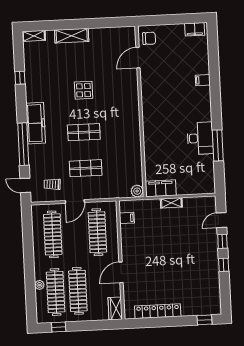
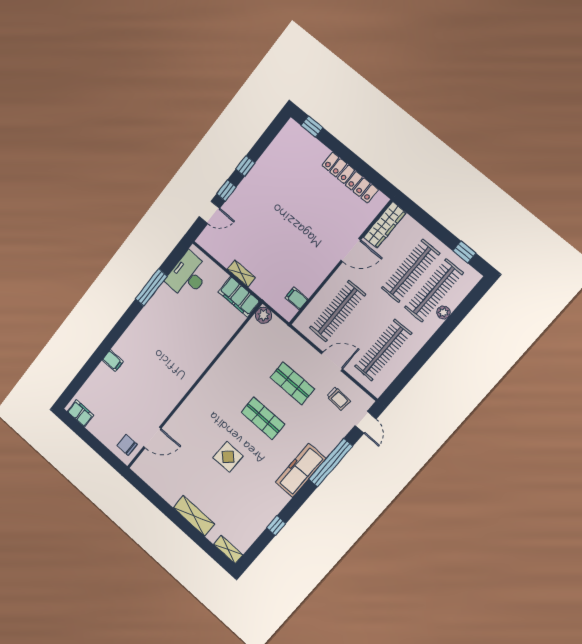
desk: (200, 138) -> (188, 275), moved
wardrobe: (115, 308) -> (385, 225), width x1.50

